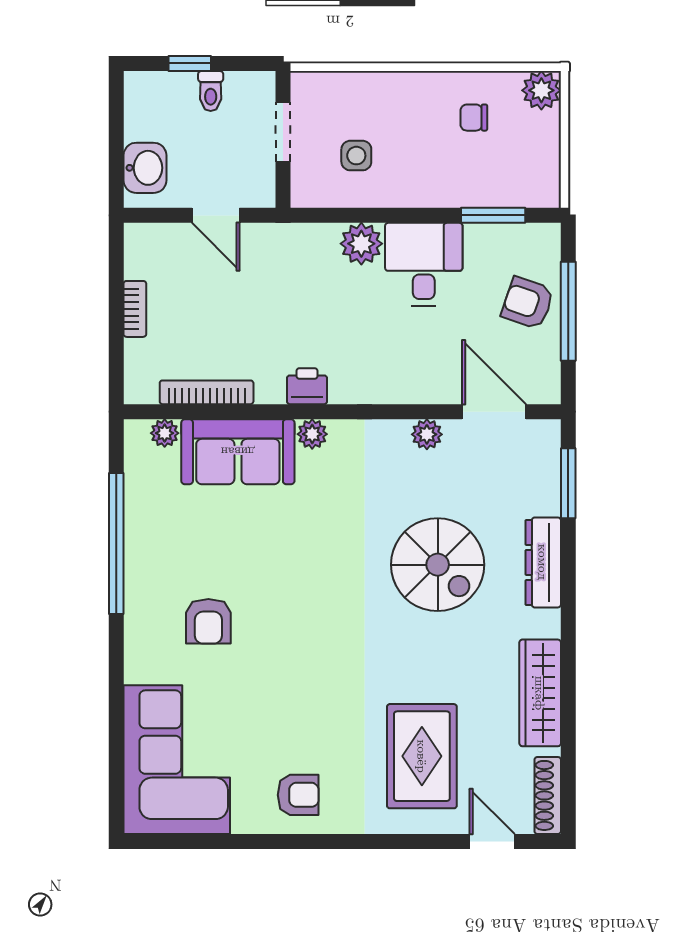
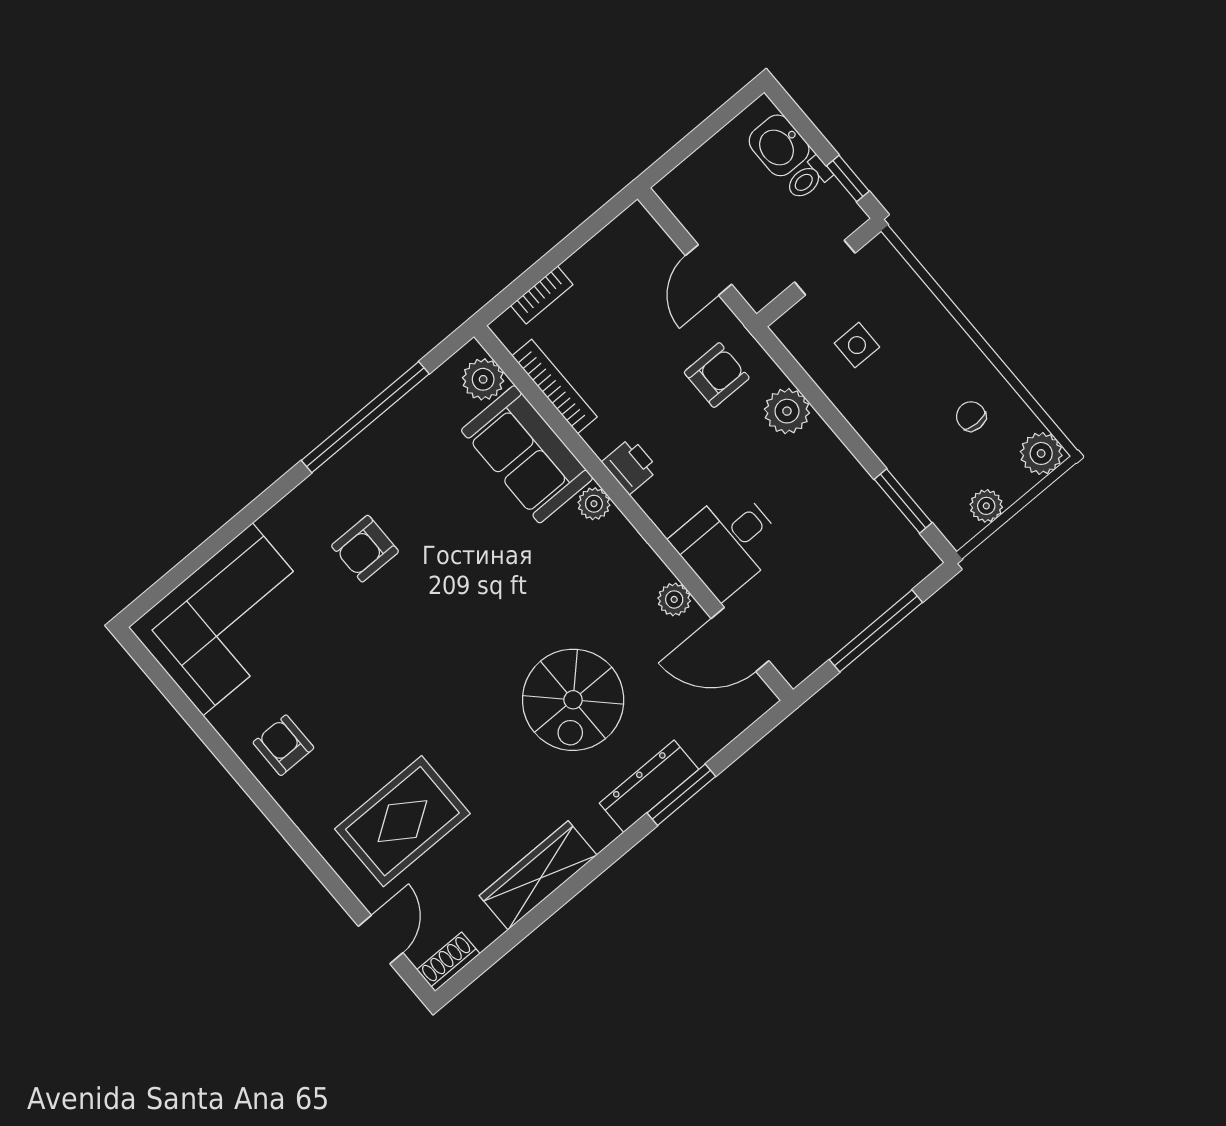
window: (190, 63) -> (848, 179), moved
plant: (546, 160) -> (986, 506), added
washbasin: (145, 168) -> (779, 145), moved, turned 90
desk: (424, 264) -> (728, 543), moved, turned 180
armchair: (528, 303) -> (717, 375), moved, turned 71
bookcase: (135, 309) -> (542, 295), moved
door: (494, 412) -> (740, 640), swing flipped
plant: (165, 433) -> (483, 379), width x1.38, depth x1.38
window: (568, 483) -> (681, 795), moved
armchair: (298, 795) -> (283, 745), turned 180
shoe rack: (548, 795) -> (448, 962), width x0.70

